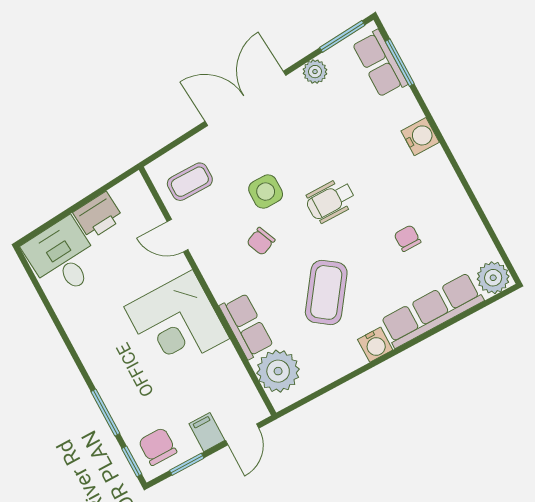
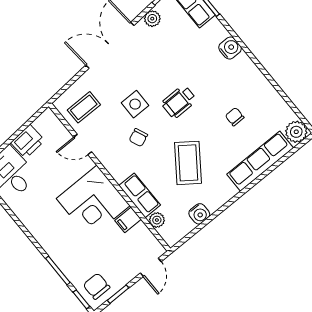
water cooler: (375, 345) -> (199, 214), moved
plant: (278, 371) -> (157, 220), width x0.53, depth x0.53
filing cabinet: (207, 432) -> (128, 220), moved, turned -90

